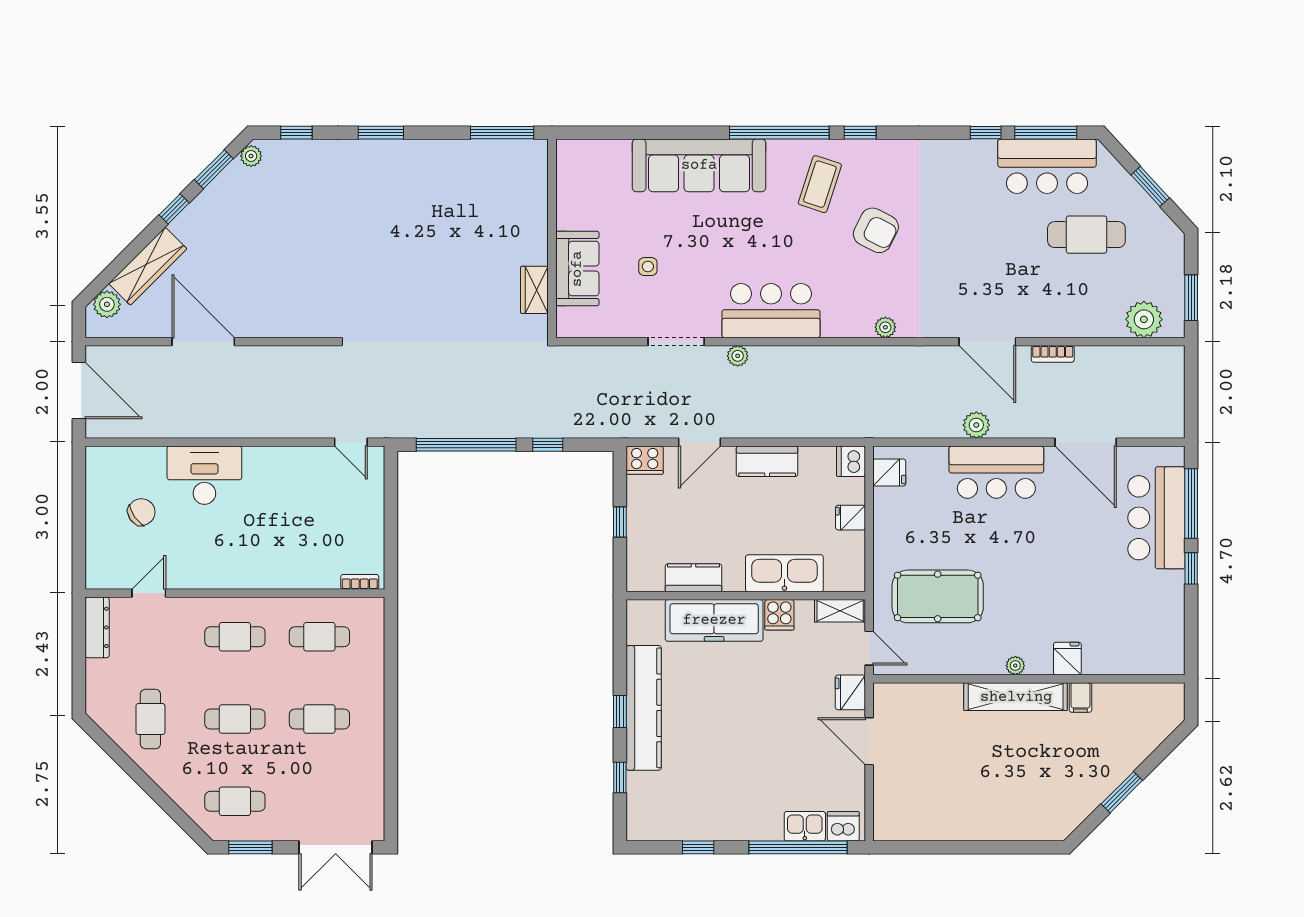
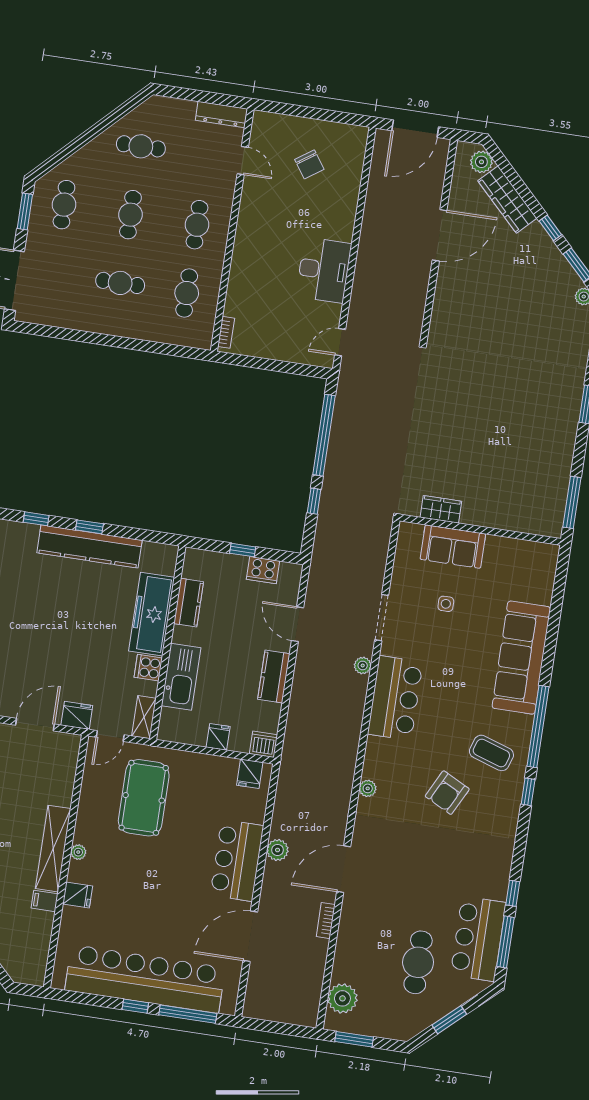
cooker: (645, 460) -> (263, 570), moved, turned -90
desk: (204, 475) -> (324, 270), moved
bar counter: (1156, 518) -> (145, 979), width x1.86
cafe table: (319, 719) -> (120, 283), turned 90

